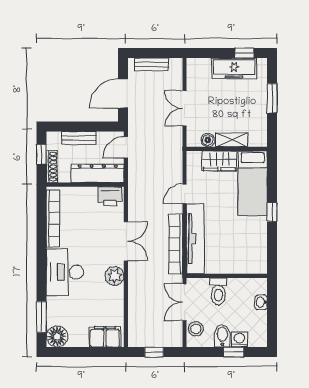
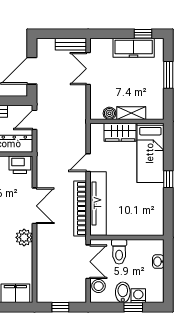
bench: (152, 64) -> (71, 44), moved
double door: (184, 108) -> (88, 69), moved
double door: (184, 302) -> (88, 262), swing flipped

